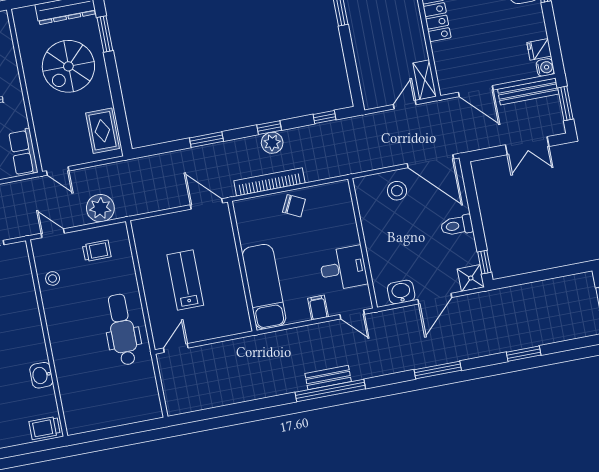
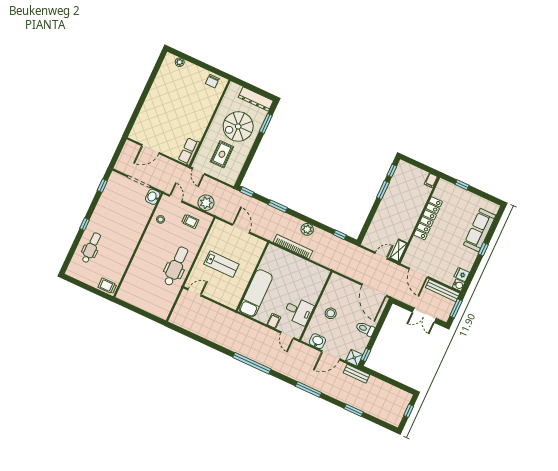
window: (269, 128) -> (247, 192), moved
rug: (102, 131) -> (222, 154), moved
stool: (397, 191) -> (331, 313), moved
door: (206, 204) -> (241, 229), moved
chair: (294, 206) -> (296, 266), removed
lab bench: (185, 280) -> (221, 264), turned 90
washbasin: (41, 375) -> (153, 197), moved
bench: (328, 378) -> (356, 374), moved

